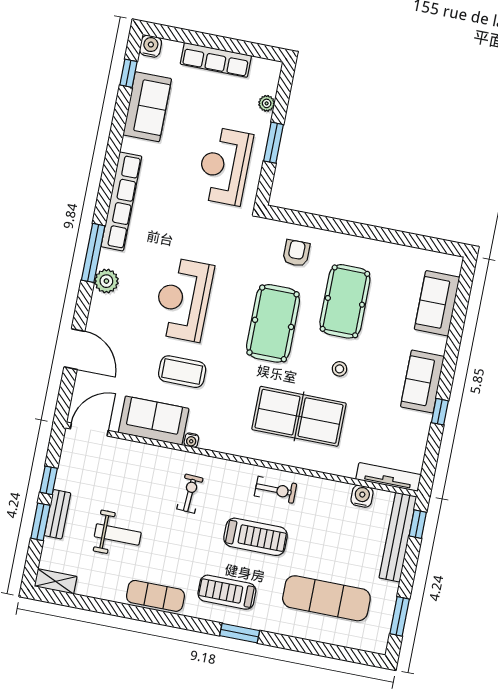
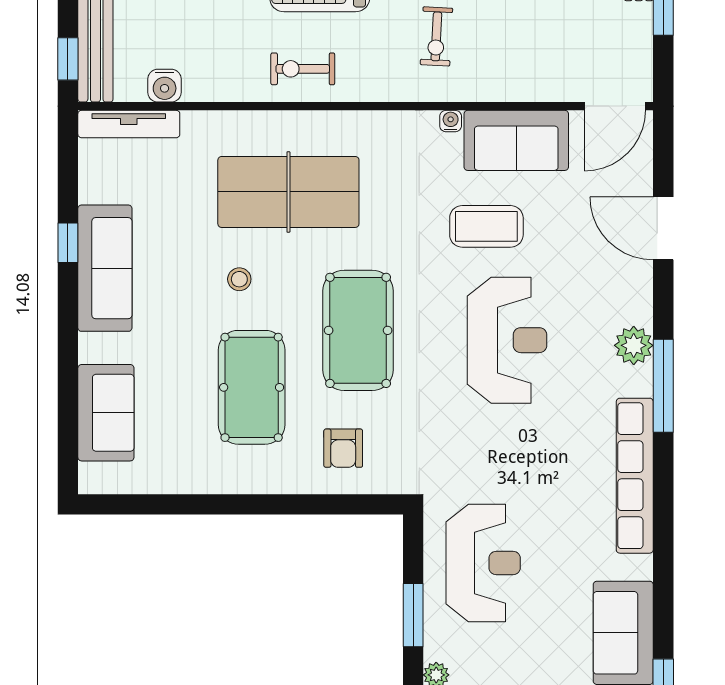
sofa: (422, 382) -> (105, 268), width x1.36

